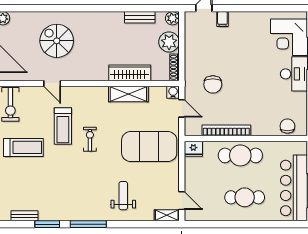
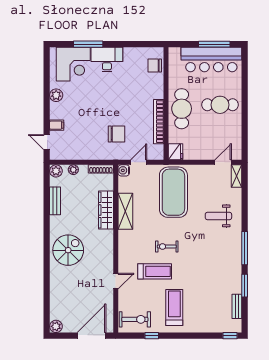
plant: (255, 19) -> (56, 95), added
spiral stairs: (57, 41) -> (68, 250), moved, turned 180
plant: (169, 42) -> (73, 170), width x0.53, depth x0.53
cafe table: (245, 197) -> (220, 105), turned 90

